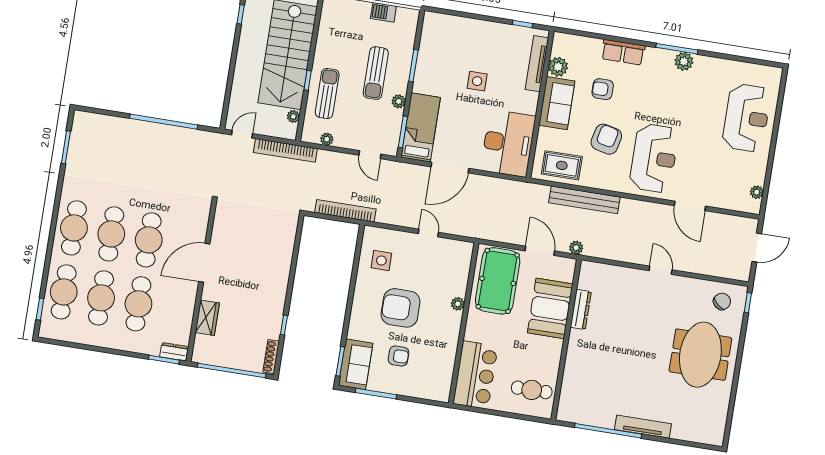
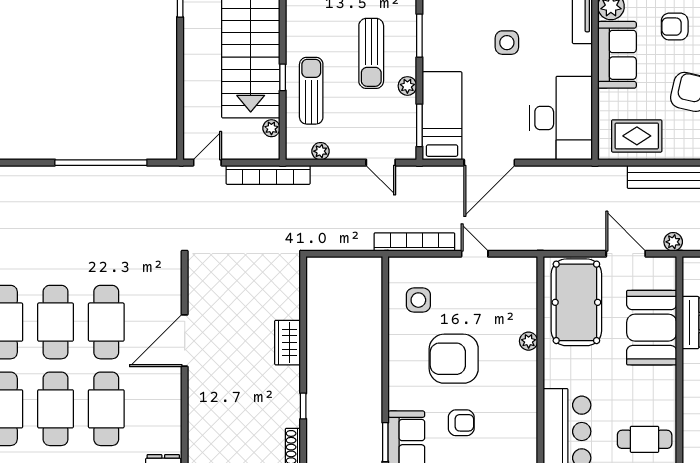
bookcase: (345, 211) -> (414, 242), moved
wardrobe: (207, 318) -> (288, 343), moved, turned 180

